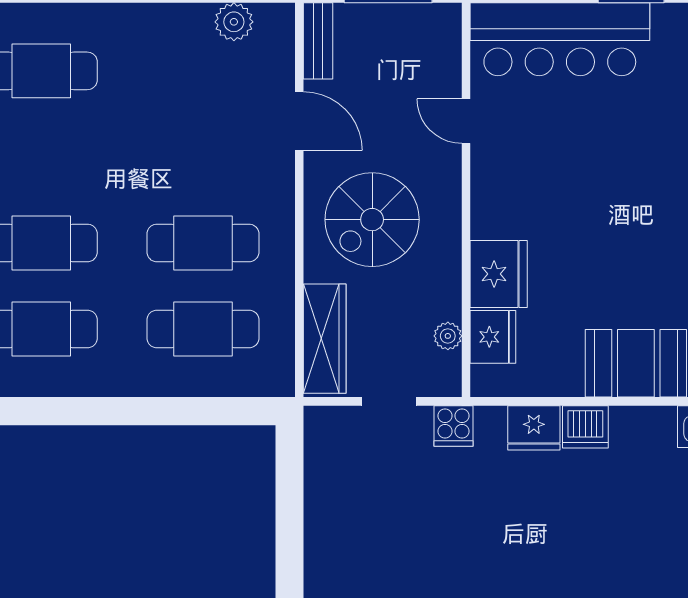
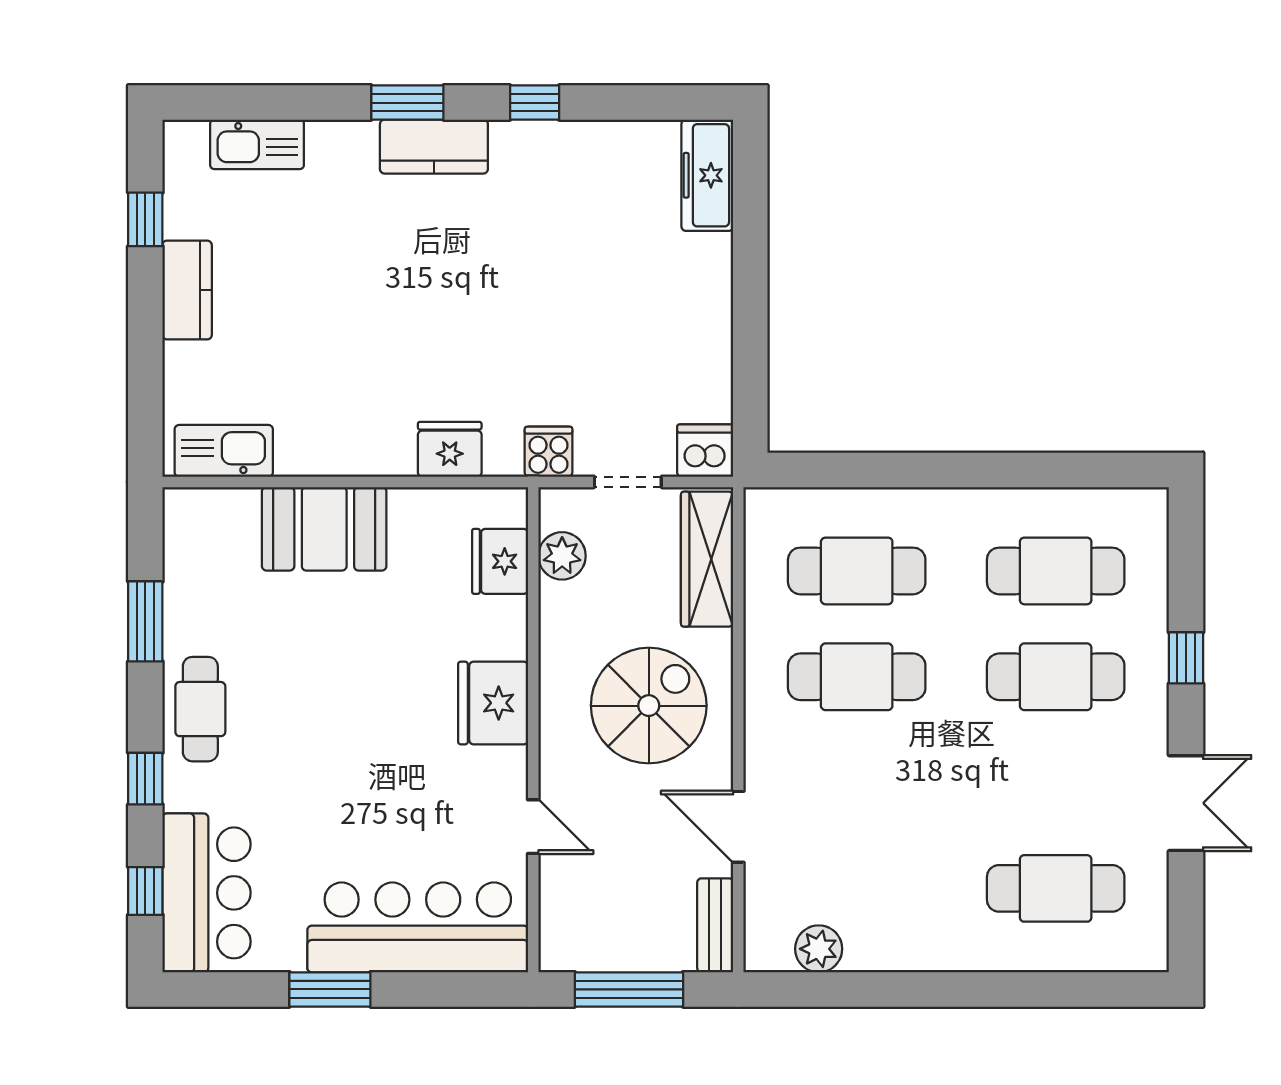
fridge: (499, 274) -> (493, 703), moved
plant: (448, 336) -> (562, 556), width x1.38, depth x1.38
dishwasher: (585, 427) -> (705, 451), moved

